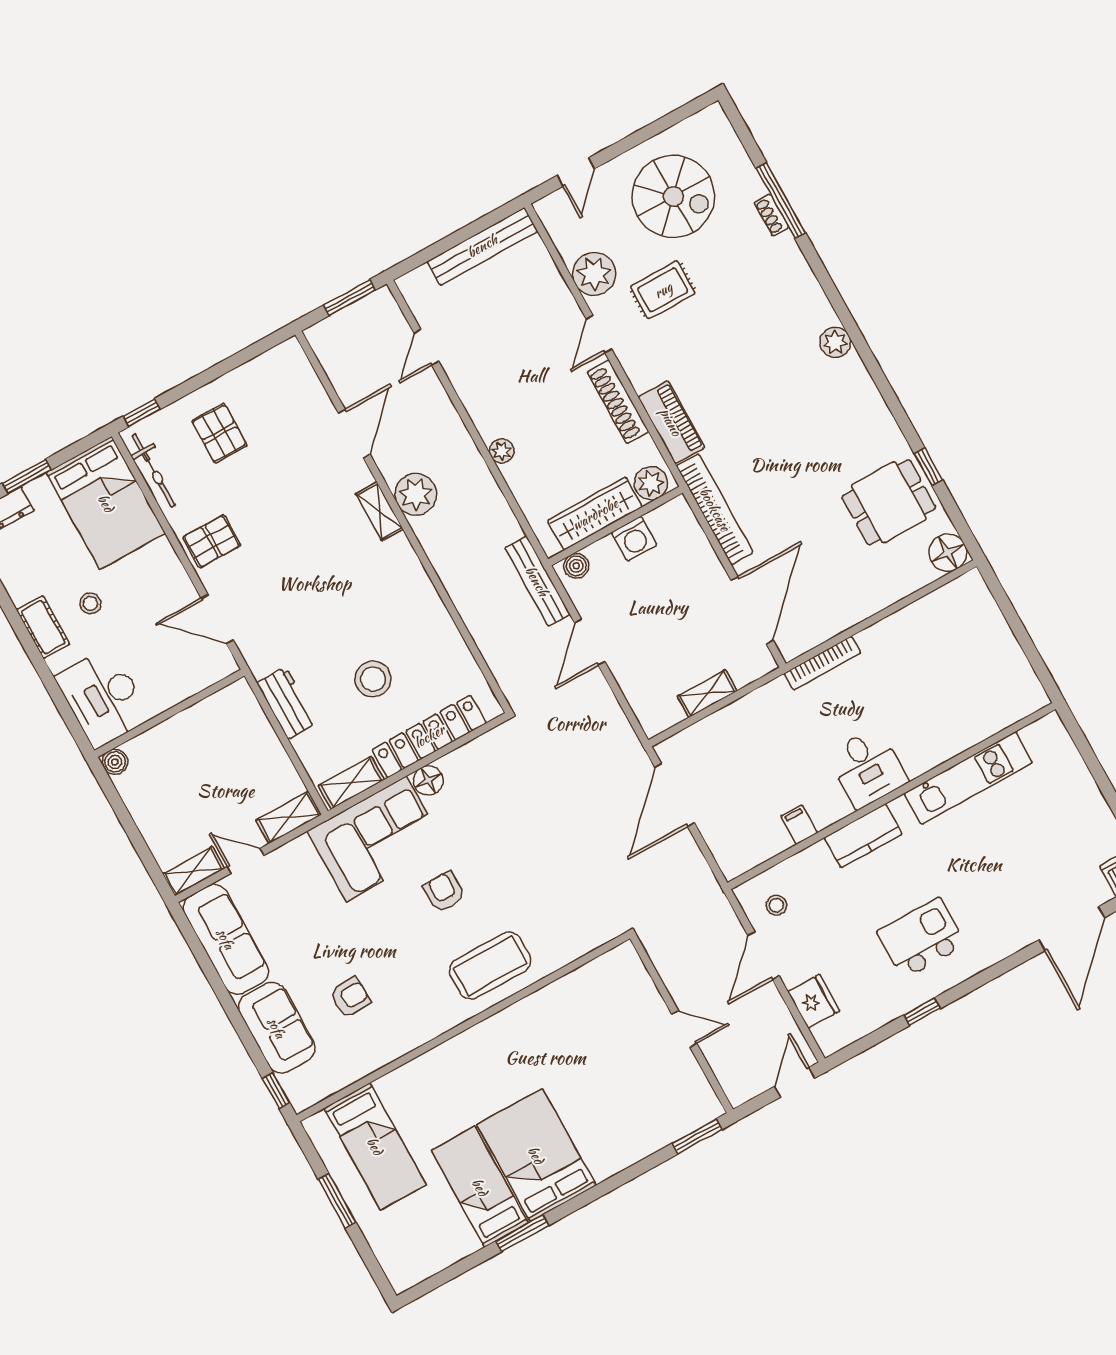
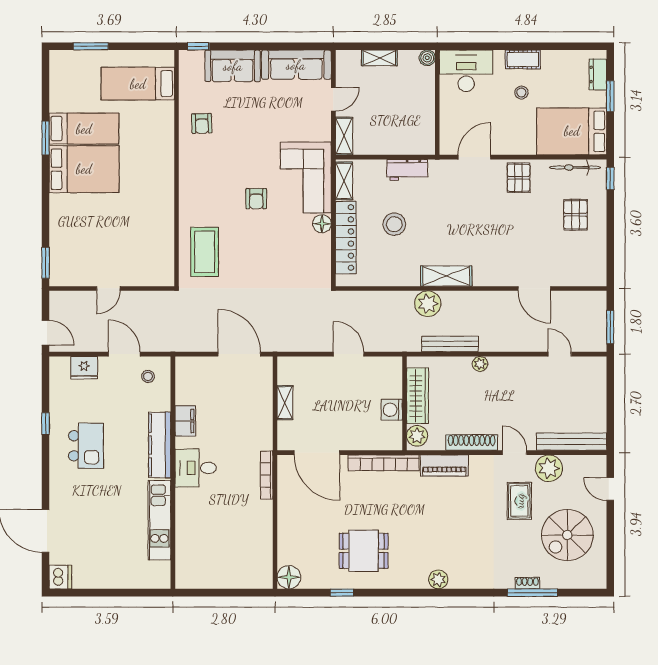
bench: (482, 246) -> (572, 442), moved, turned 90
pallet: (219, 433) -> (575, 215), turned 90
plant: (416, 494) -> (428, 304), moved
dining table: (889, 502) -> (364, 551), moved, turned 90
shelving: (379, 511) -> (446, 276), moved, width x1.50, depth x1.33
boiler: (576, 566) -> (395, 370), removed
bench: (537, 581) -> (450, 344), moved
filing cabinet: (799, 825) -> (185, 421), width x2.00
kitchen counter: (863, 836) -> (160, 445), width x1.50
shelving: (193, 871) -> (379, 58), moved, turned 90
armchair: (444, 892) -> (256, 199), turned 90
coffee table: (490, 966) -> (205, 252), moved
armchair: (350, 997) -> (202, 123), moved
window: (337, 1201) -> (91, 46), moved

